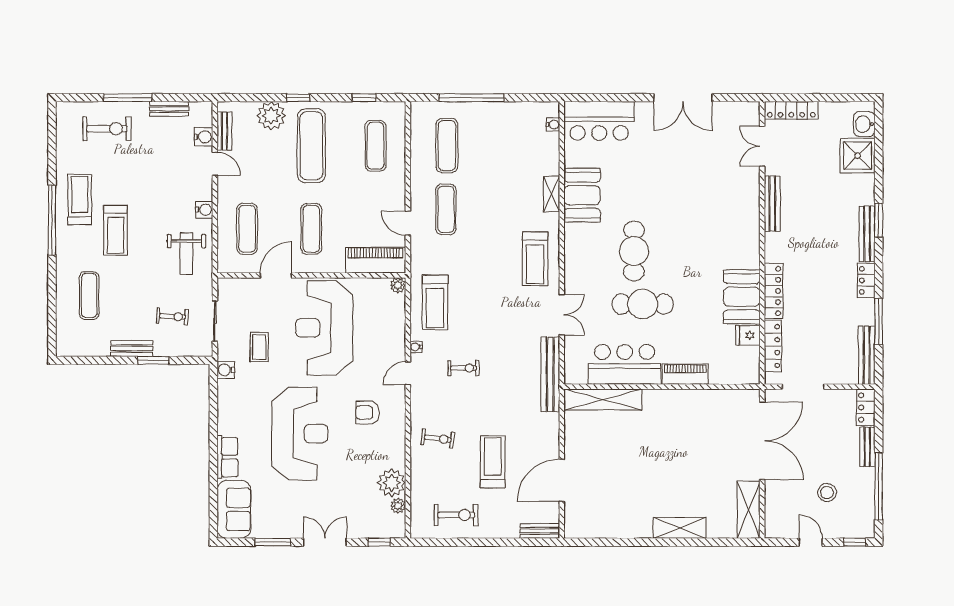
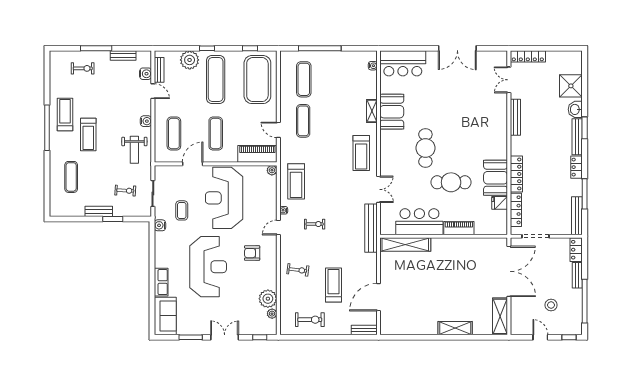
washbasin: (864, 124) -> (575, 109), moved
exercise bike: (107, 129) -> (83, 68), width x0.73, depth x0.72
exercise mat: (376, 146) -> (257, 80), width x2.00, depth x1.45
cafe table: (643, 304) -> (451, 182), moved

